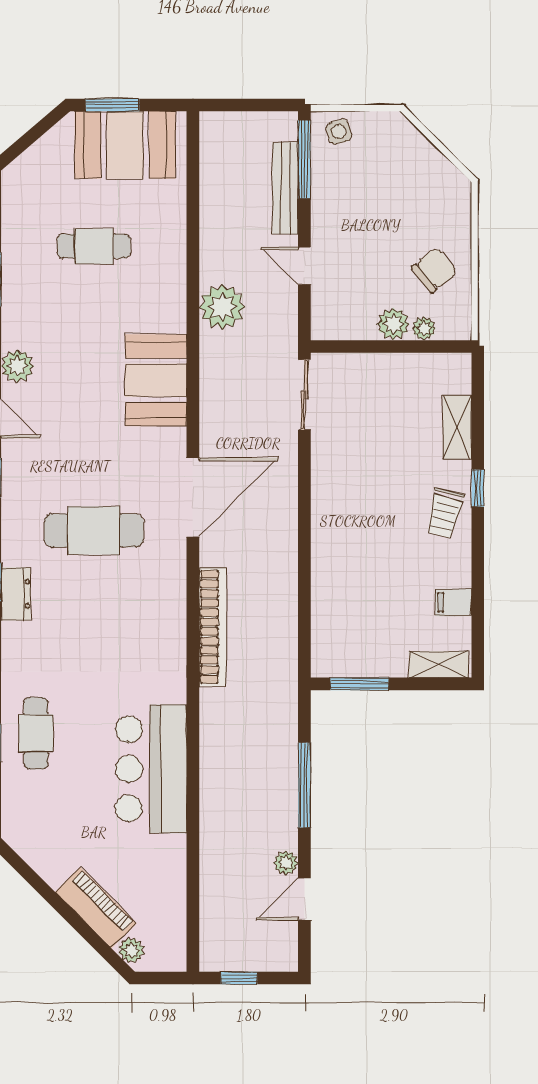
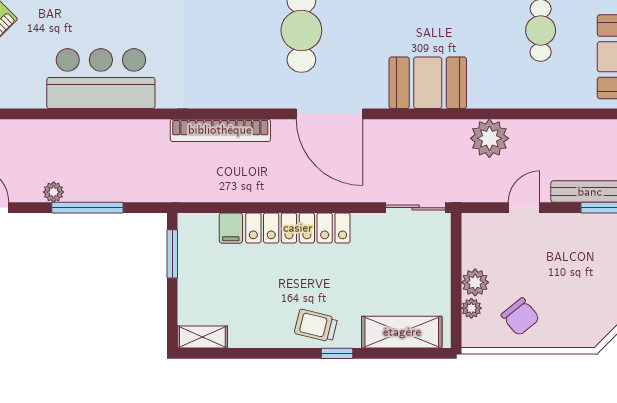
shelving: (457, 427) -> (402, 332), width x1.50, depth x1.33
locker: (329, 535) -> (298, 228), added
filing cabinet: (453, 602) -> (231, 228), moved, turned 180
shelving: (439, 664) -> (202, 337), moved, turned 90
plant: (286, 863) -> (54, 192), moved

